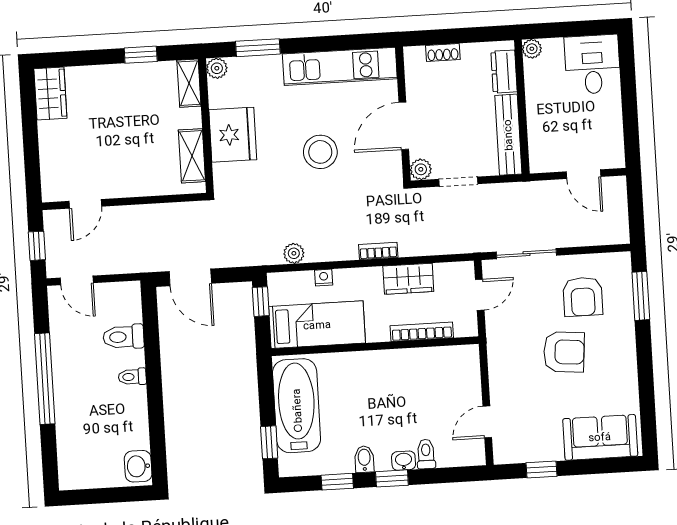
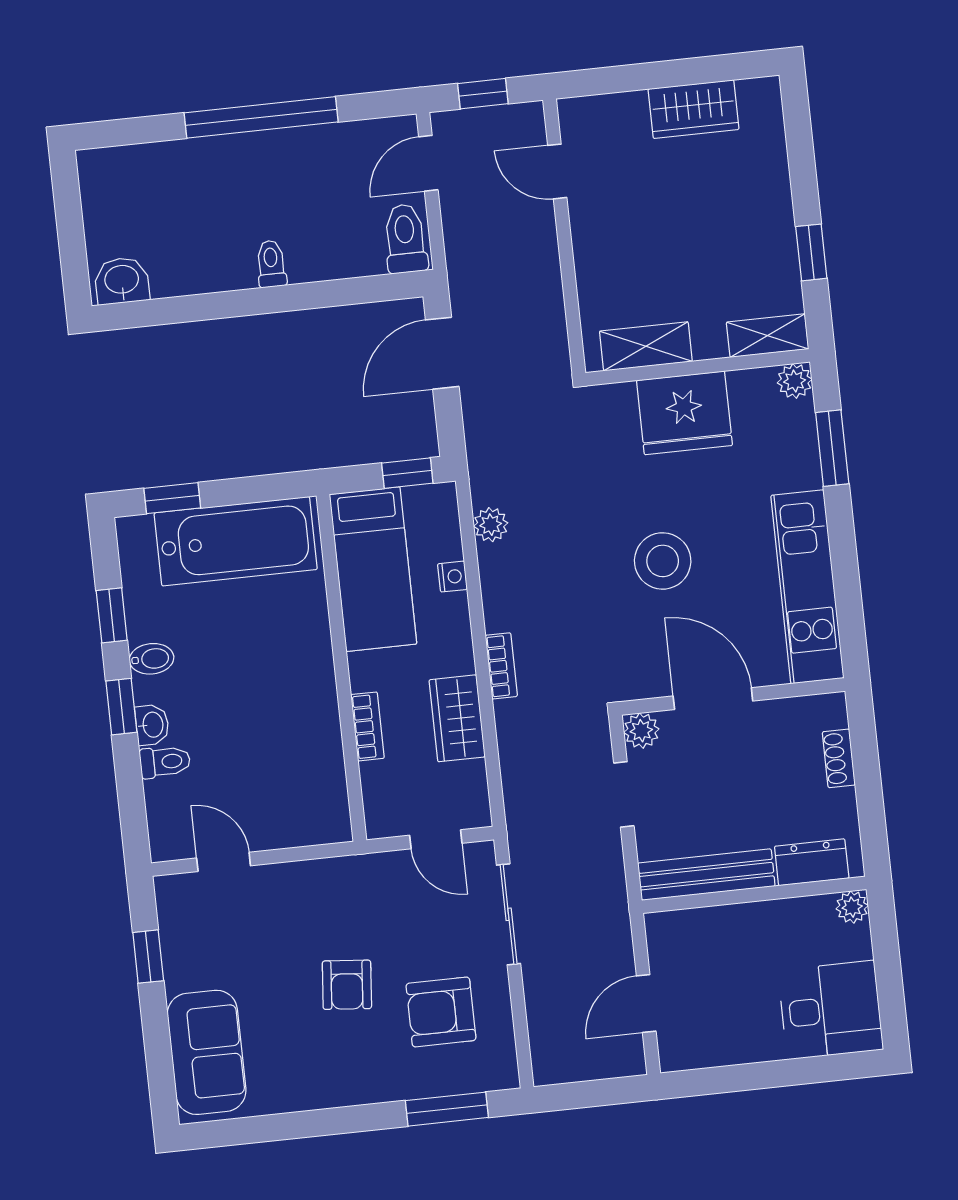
wardrobe: (50, 93) -> (694, 109), moved
bookcase: (422, 332) -> (367, 726), width x0.64
toilet: (123, 337) -> (405, 239), moved
armchair: (564, 352) -> (347, 985), width x0.72, depth x0.72

